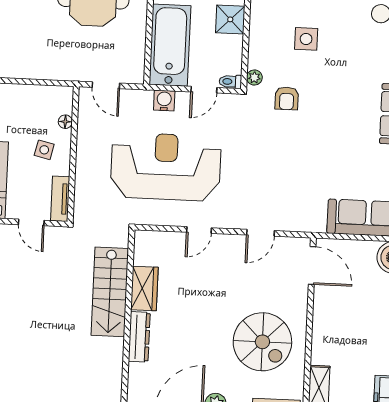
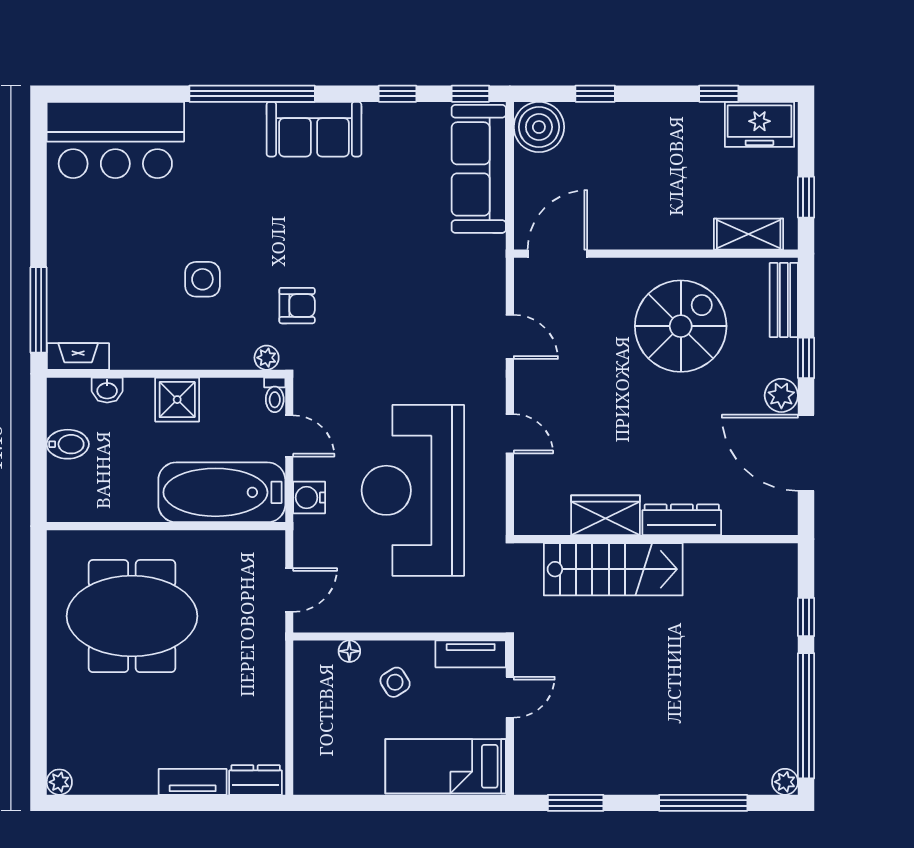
side table: (44, 150) -> (395, 682), turned 45

